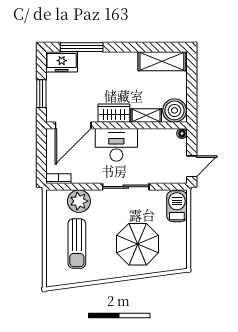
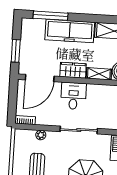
freezer: (62, 62) -> (70, 31), moved, width x1.91, depth x1.26
desk: (116, 145) -> (73, 96), width x0.73
plant: (79, 201) -> (41, 135), width x0.53, depth x0.53

